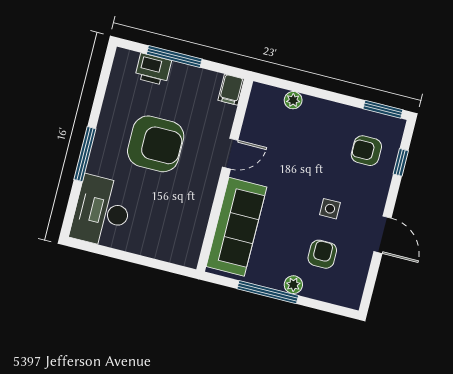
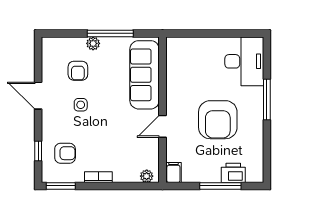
plant: (293, 100) -> (147, 176), moved
bookcase: (331, 108) -> (98, 177), added
armchair: (156, 144) -> (218, 120), turned -90

